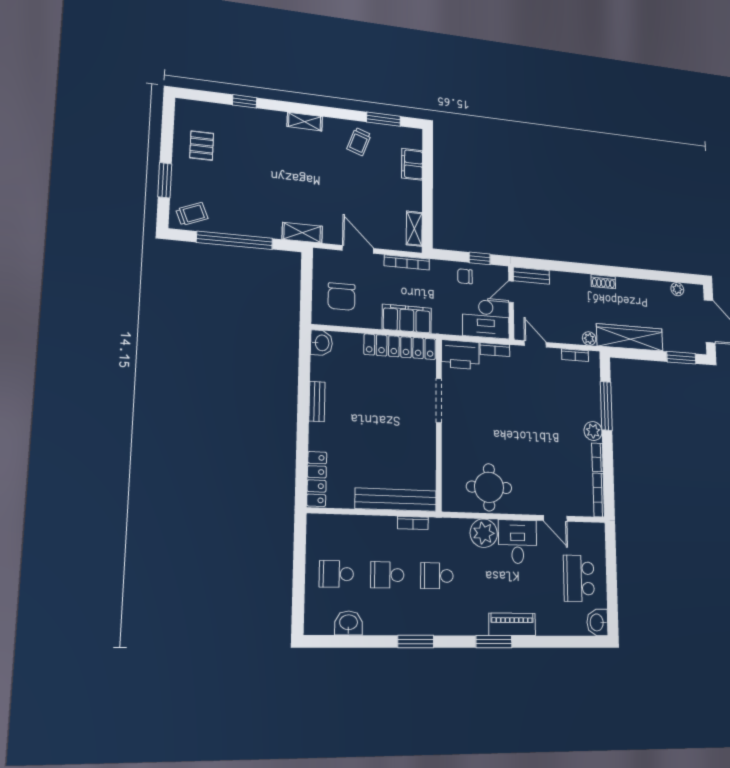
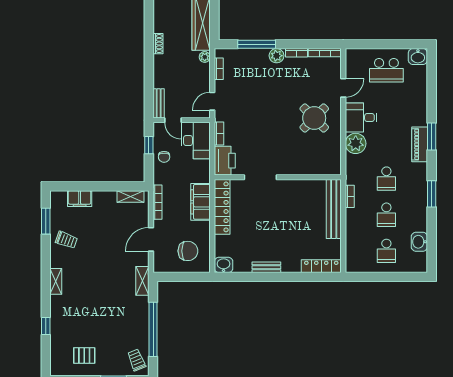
round table: (489, 487) -> (314, 118), moved, turned 45
piano: (512, 624) -> (420, 144), moved

